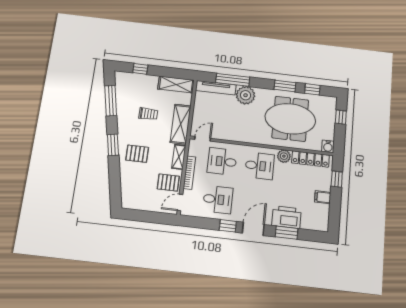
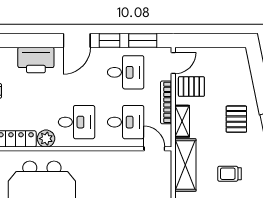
door: (203, 139) -> (154, 149), swing flipped
pallet: (137, 154) -> (236, 119), turned 90
desk: (260, 166) -> (76, 122), turned 180
desk: (218, 199) -> (126, 72), turned 180
window: (287, 233) -> (143, 41), moved

